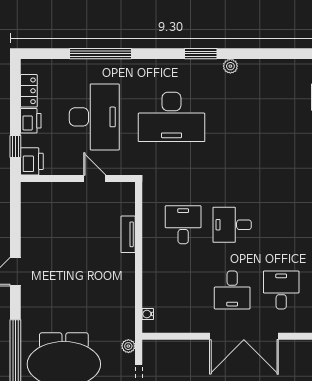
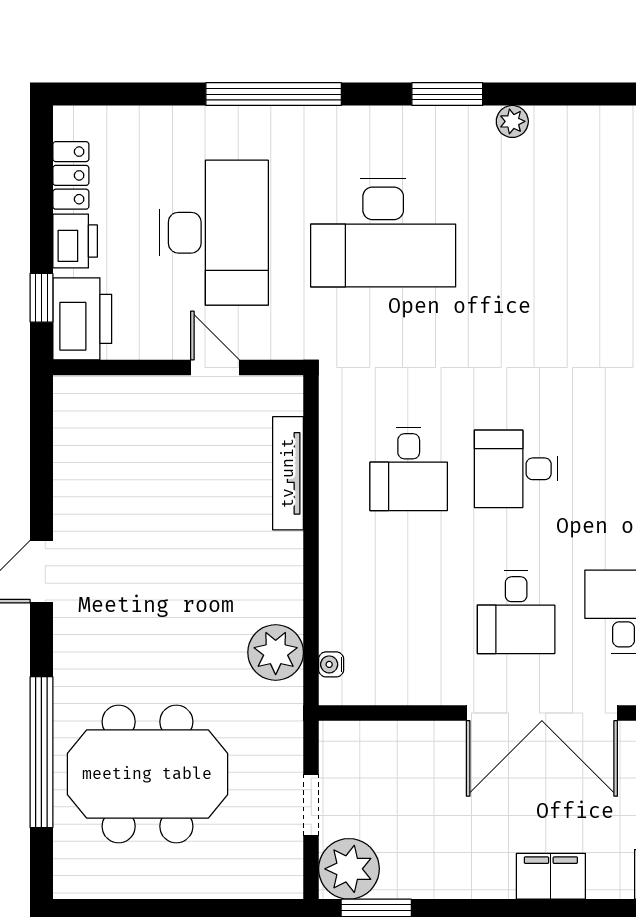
window: (100, 54) -> (274, 94), moved
printer: (32, 161) -> (82, 319), width x1.37, depth x1.19
desk: (183, 225) -> (409, 469), turned 180
tv unit: (128, 234) -> (288, 473), width x1.41
plant: (128, 346) -> (276, 652), moved, width x1.88, depth x1.88

